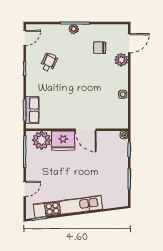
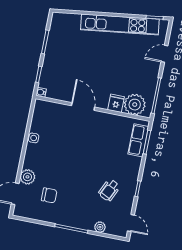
plant: (74, 29) -> (100, 227), moved
door: (25, 38) -> (131, 223), swing flipped
fridge: (63, 141) -> (116, 103), width x0.53, depth x0.75

